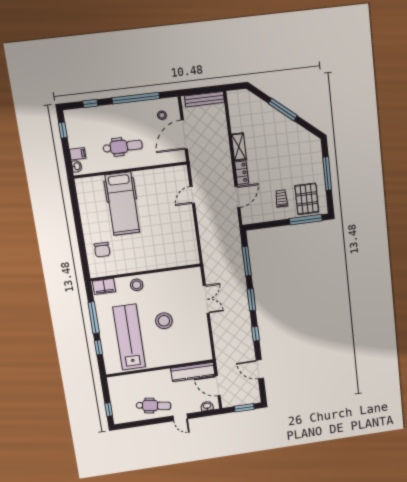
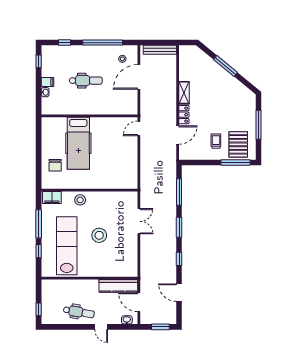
wall: (131, 170) -> (89, 116), moved
hospital bed: (122, 204) -> (78, 143), moved

